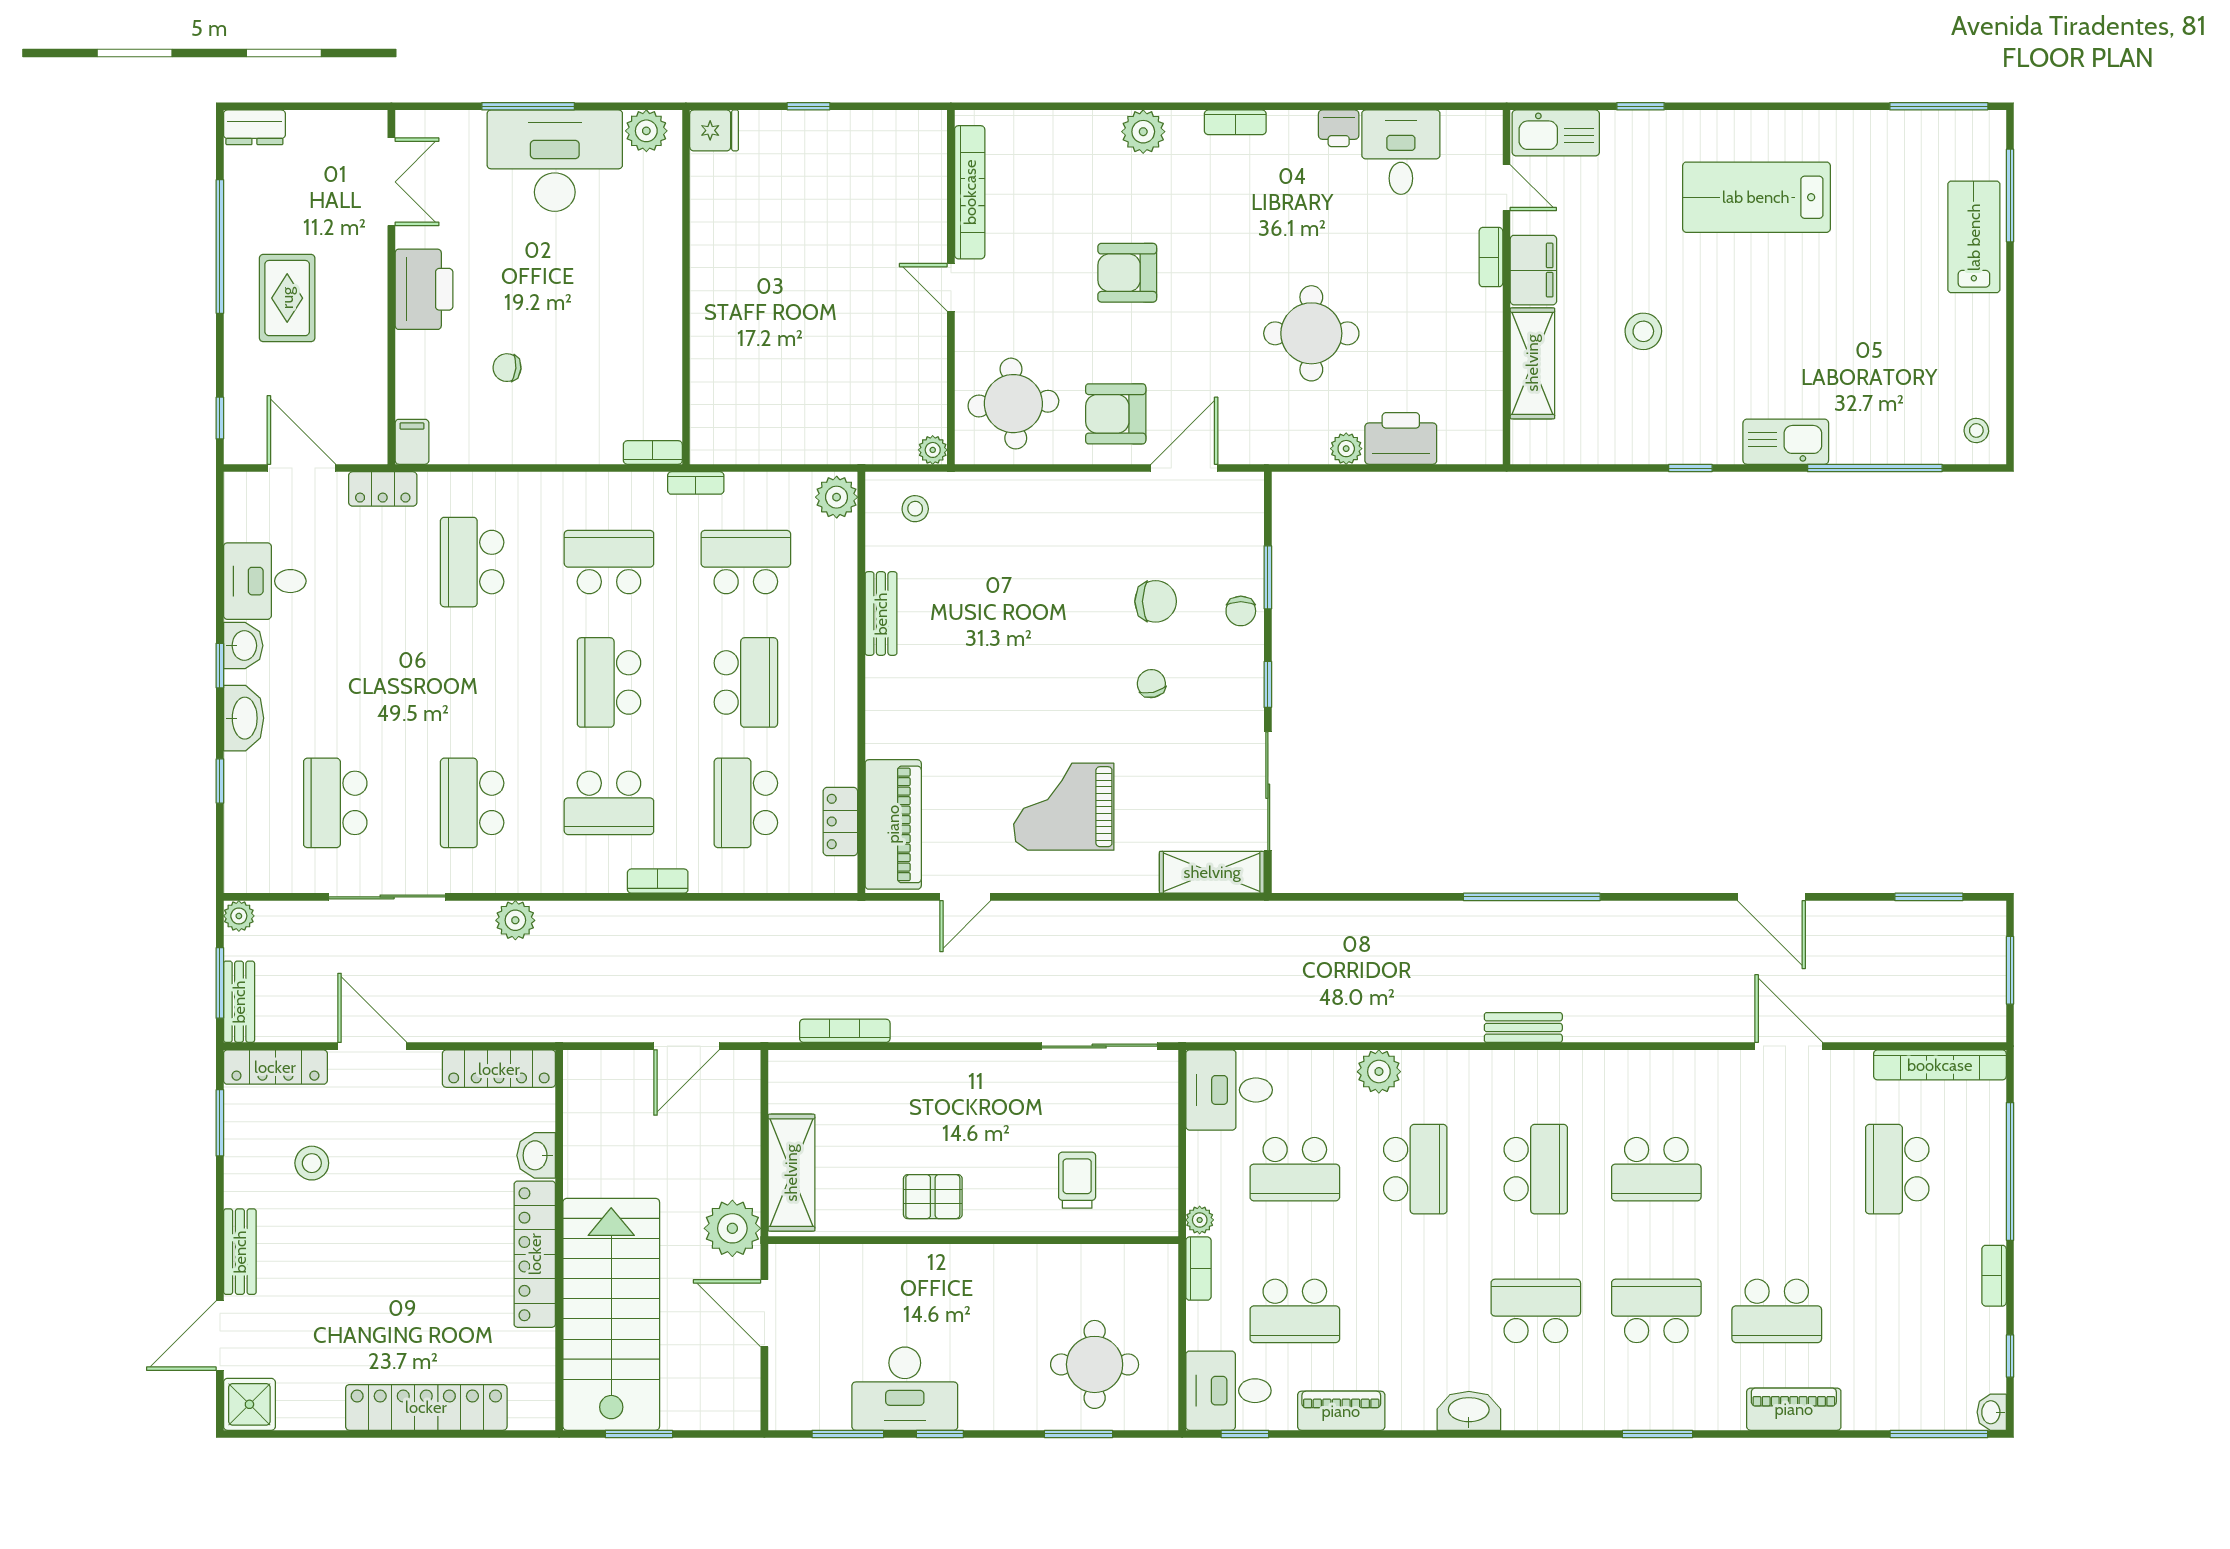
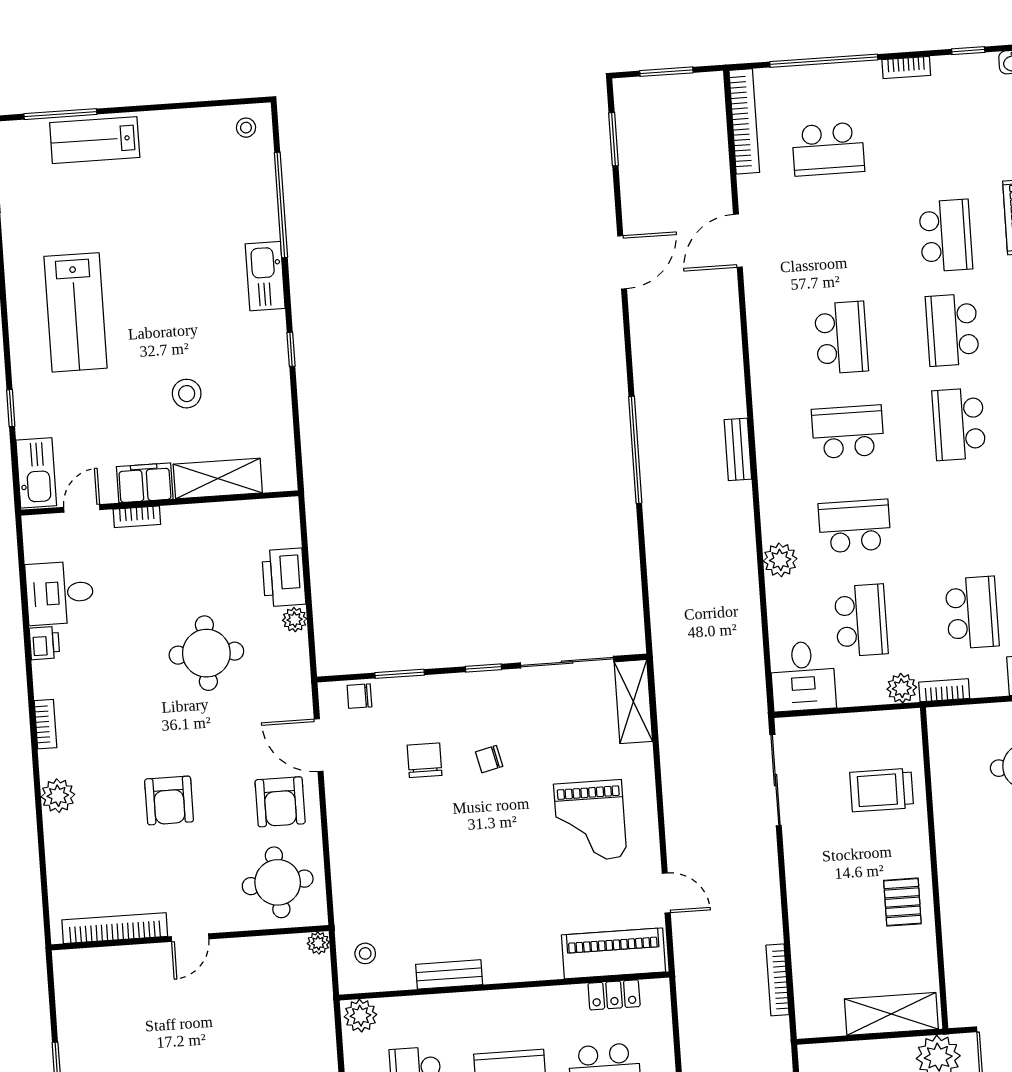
chair: (1241, 611) -> (359, 696), moved, turned 180
trolley: (1077, 1180) -> (882, 790), width x1.36, depth x1.39
plant: (1200, 1220) -> (902, 688), width x1.38, depth x1.38

